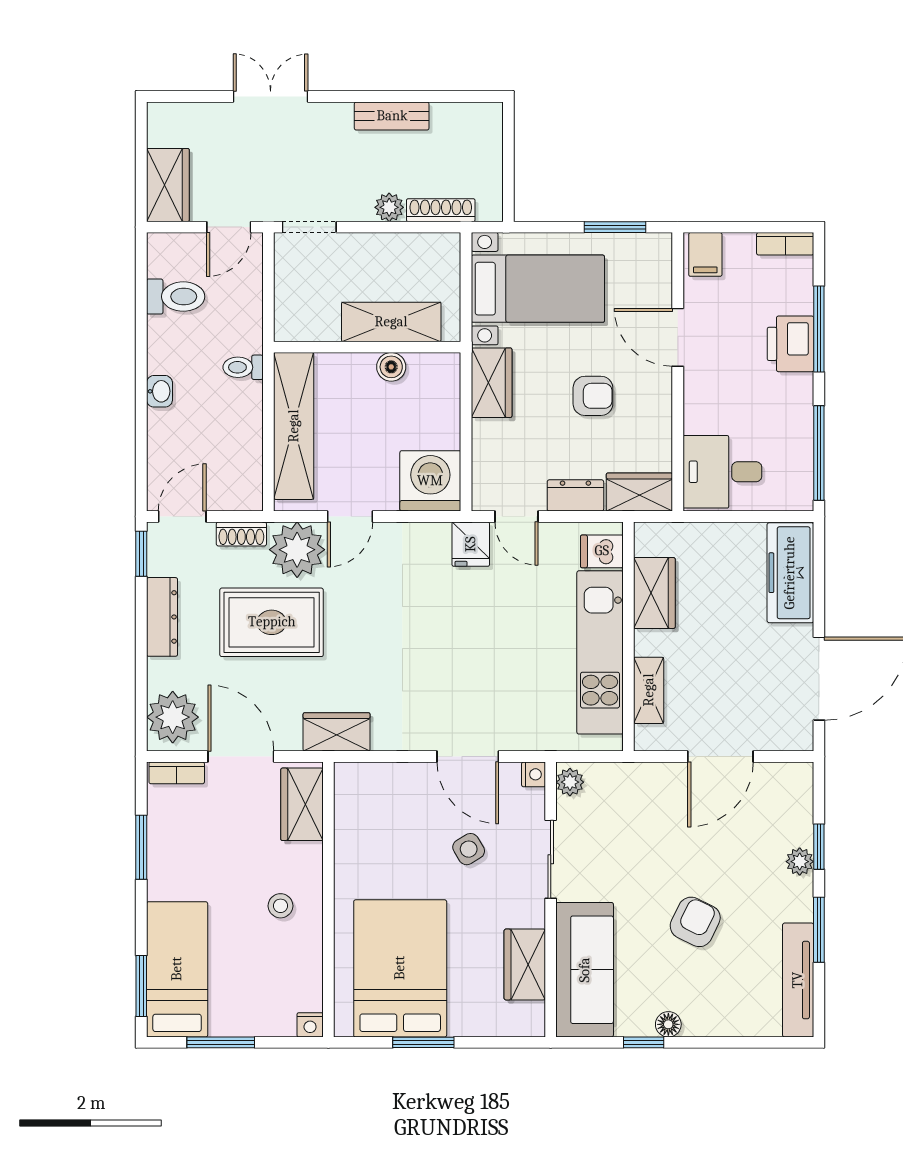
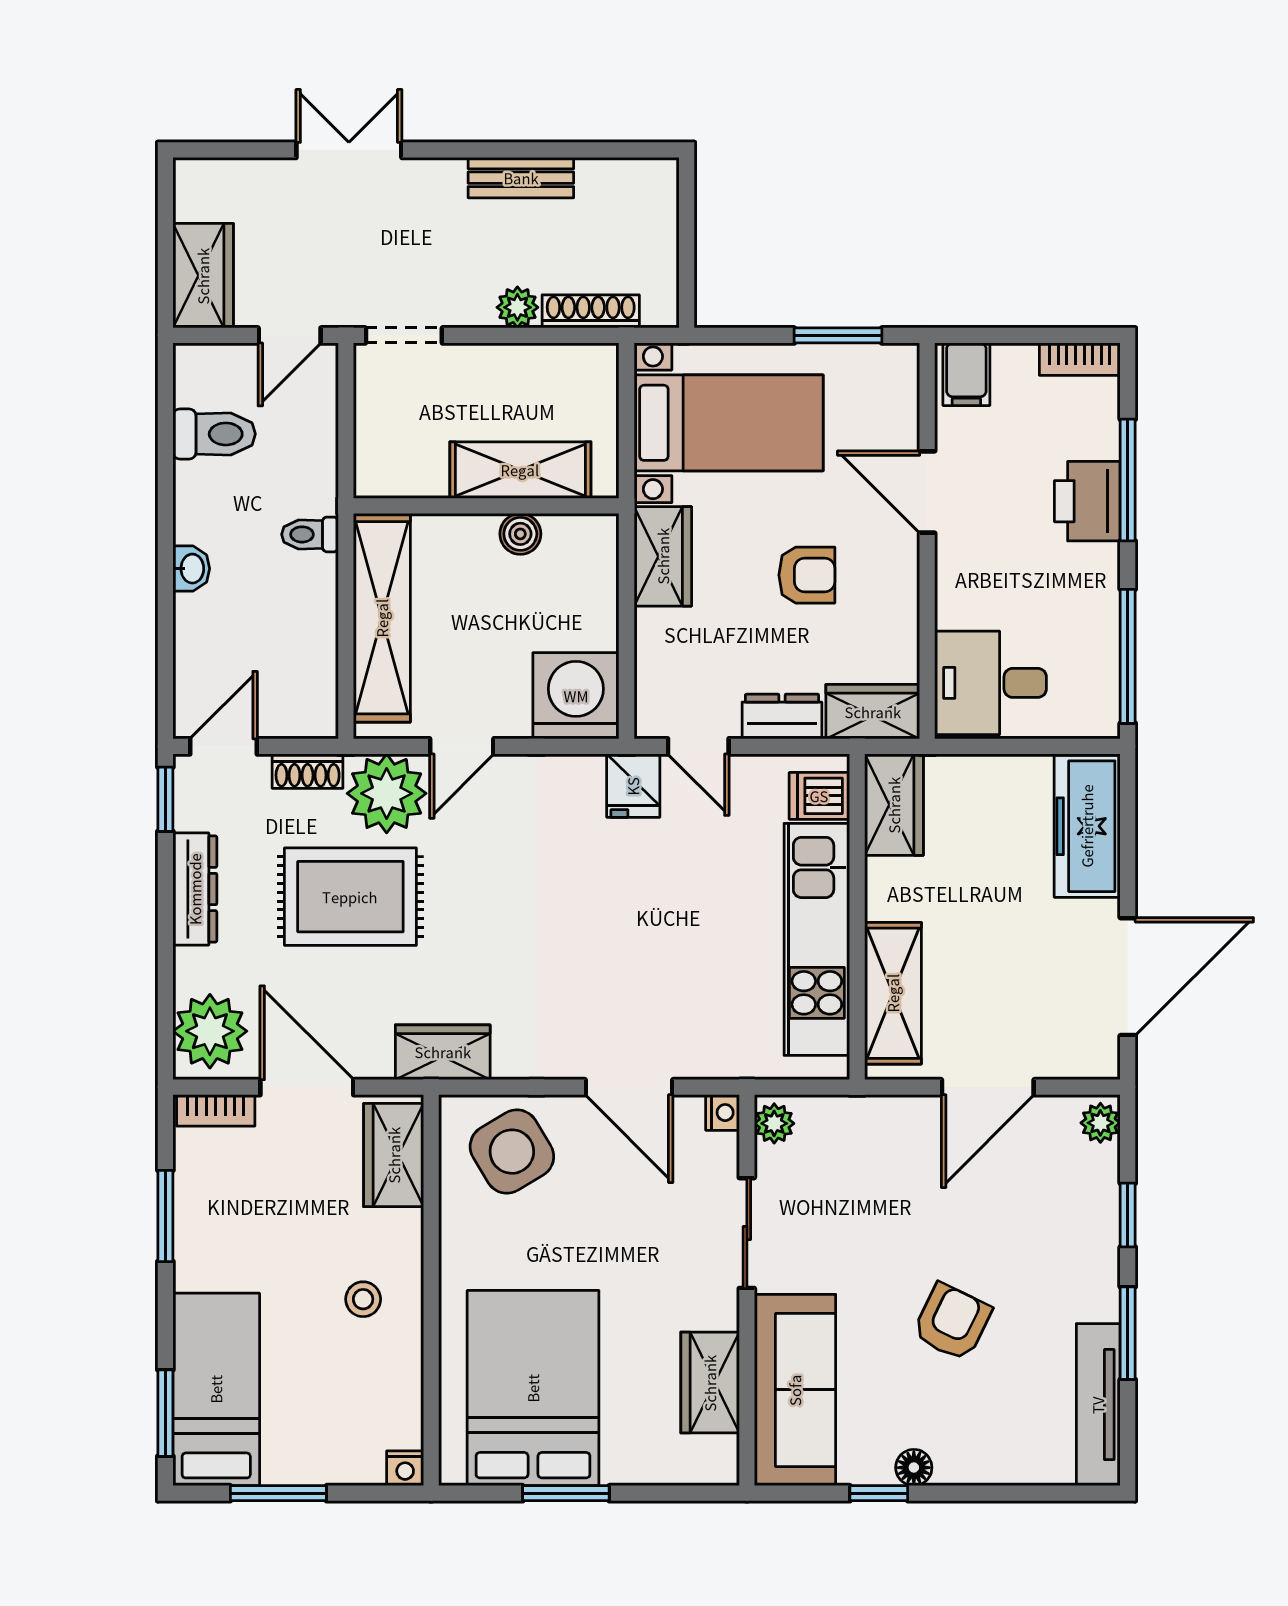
wardrobe: (654, 593) -> (894, 805), moved
shelving: (649, 690) -> (893, 993), width x1.50, depth x1.33
side table: (469, 849) -> (512, 1152), moved, width x1.87, depth x1.87
plant: (800, 862) -> (1100, 1123), moved

